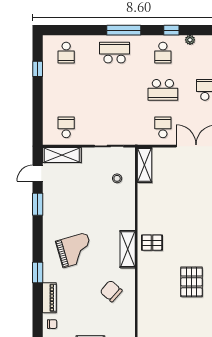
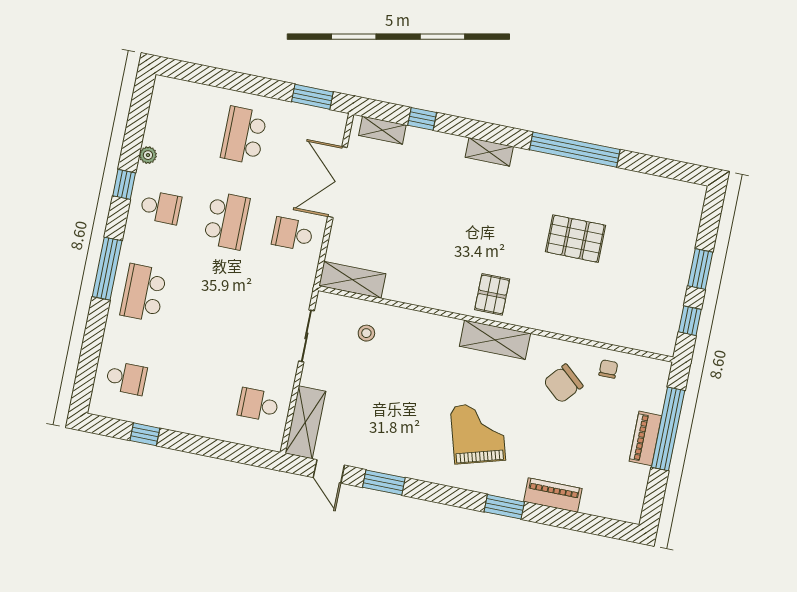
chair: (52, 324) -> (608, 369), moved

